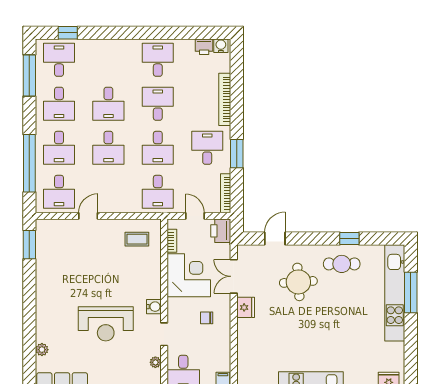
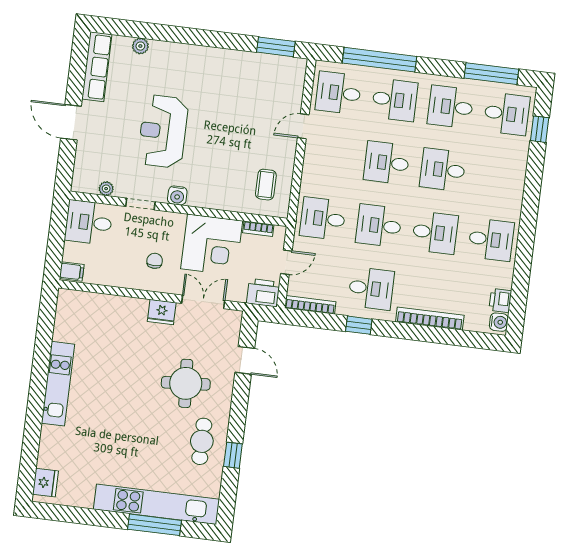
desk: (59, 148) -> (395, 100), turned 180
window: (237, 154) -> (359, 325), width x0.67
door: (88, 216) -> (303, 126), swing flipped

